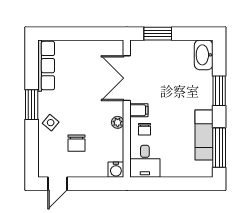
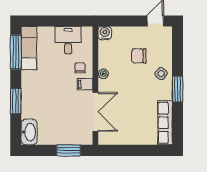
exam couch: (204, 135) -> (29, 48), moved
chair: (76, 143) -> (139, 56), turned -90
desk: (145, 161) -> (68, 40), moved

